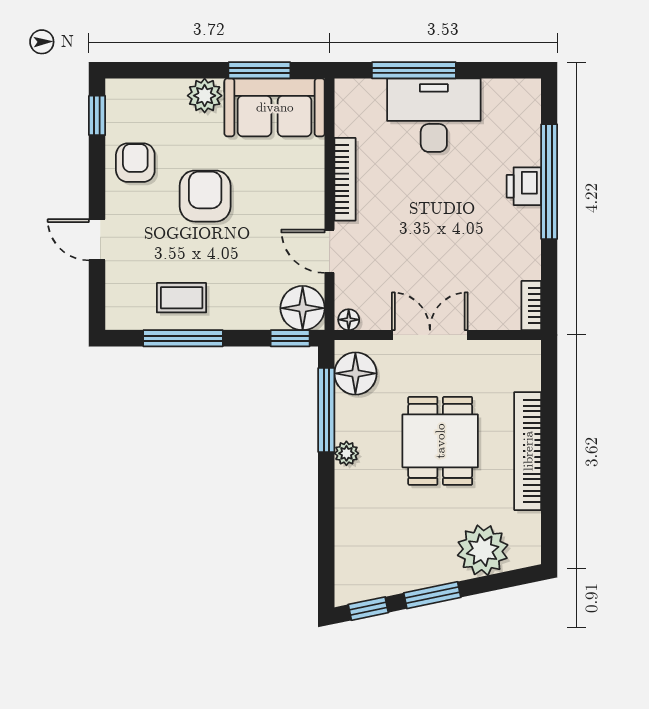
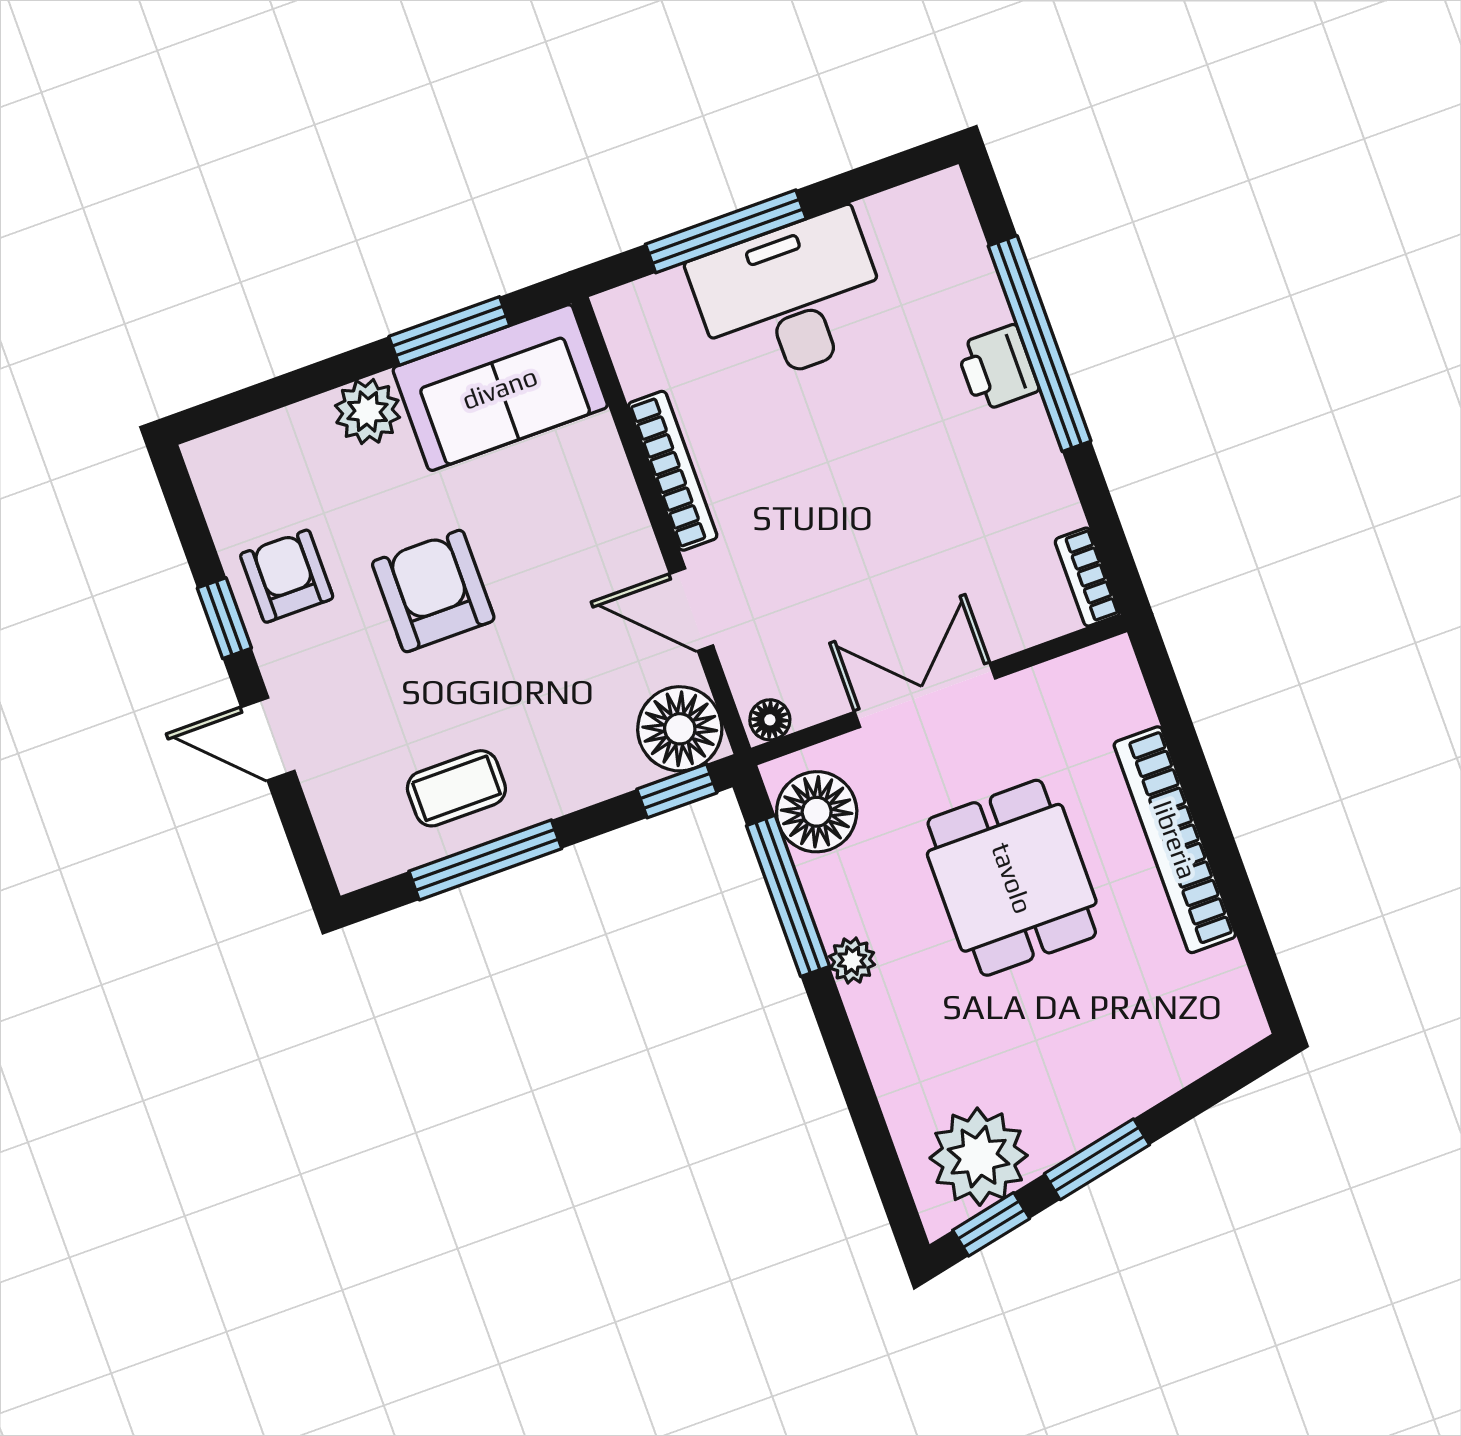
window: (97, 115) -> (224, 618), moved
plant: (483, 550) -> (979, 1157), moved

